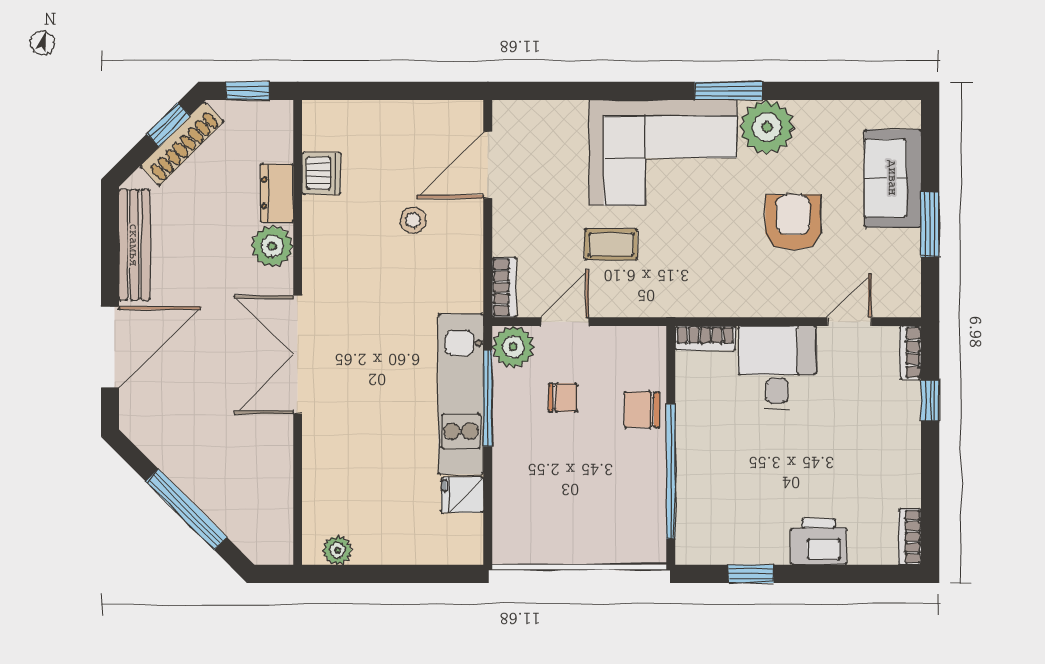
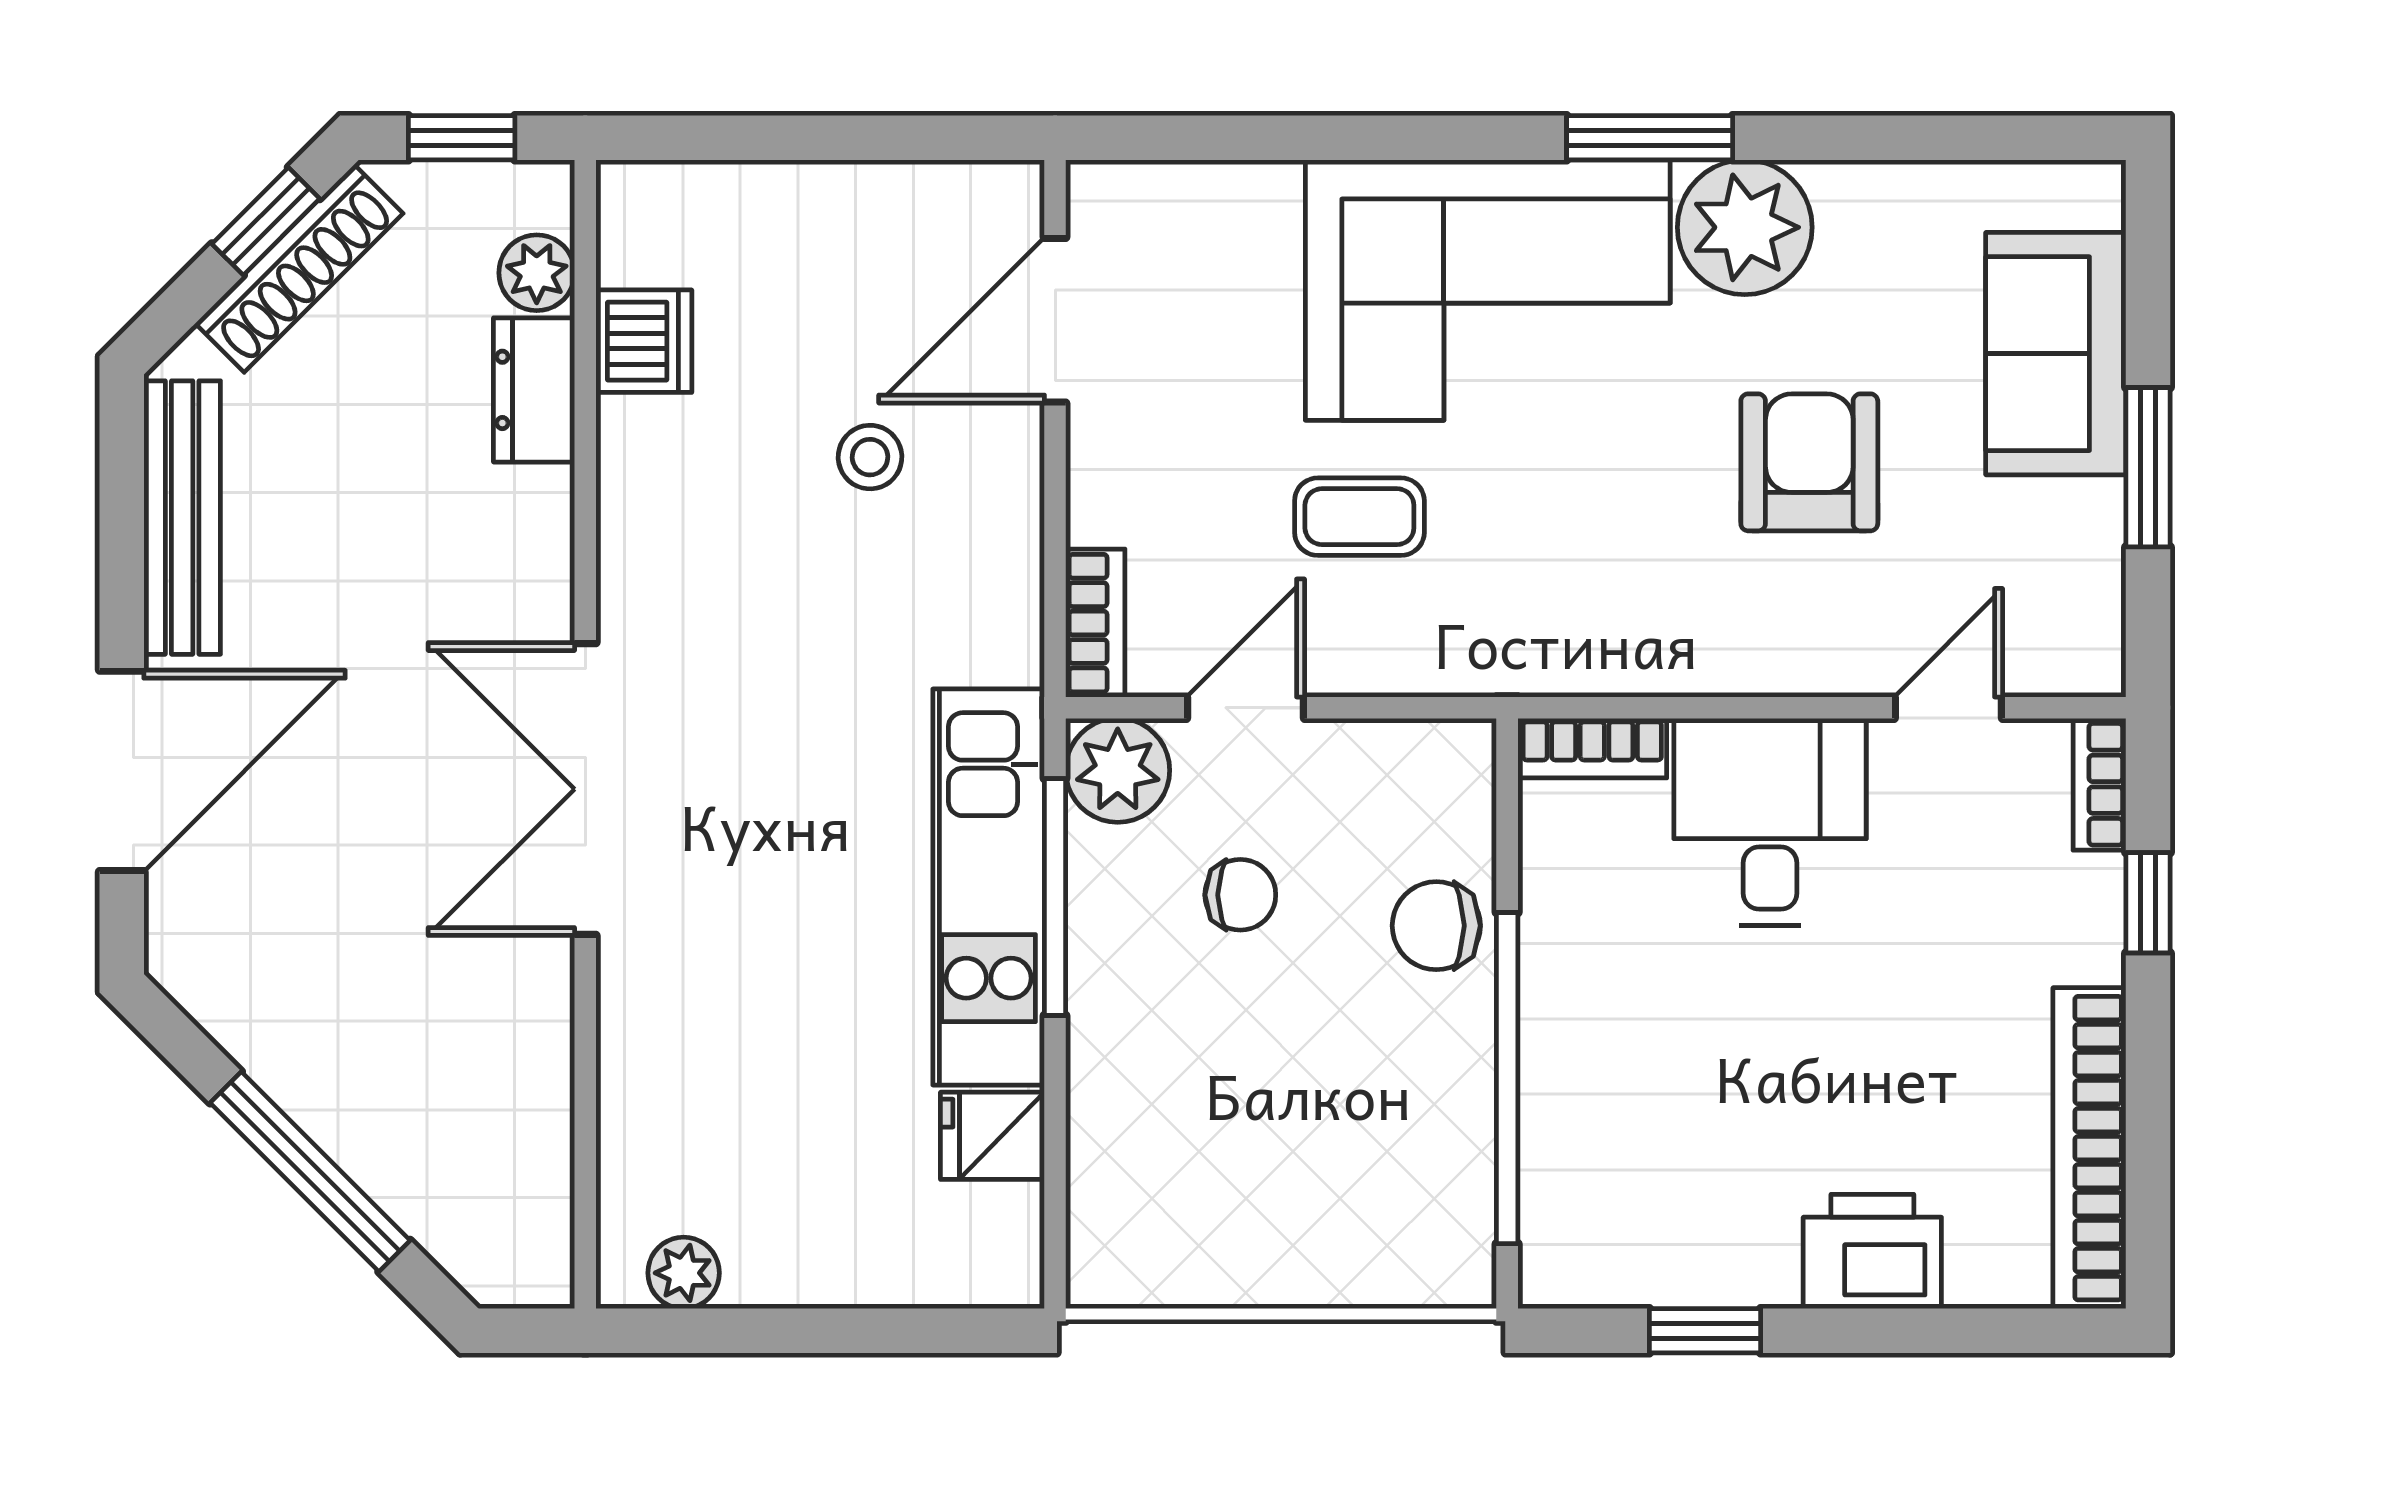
plant: (272, 246) -> (537, 273), moved, width x0.73, depth x0.73
bookcase: (910, 537) -> (2089, 1148), width x2.31, depth x1.31

